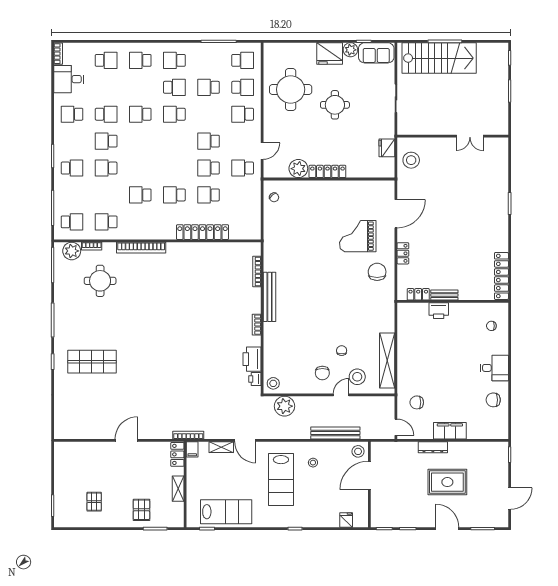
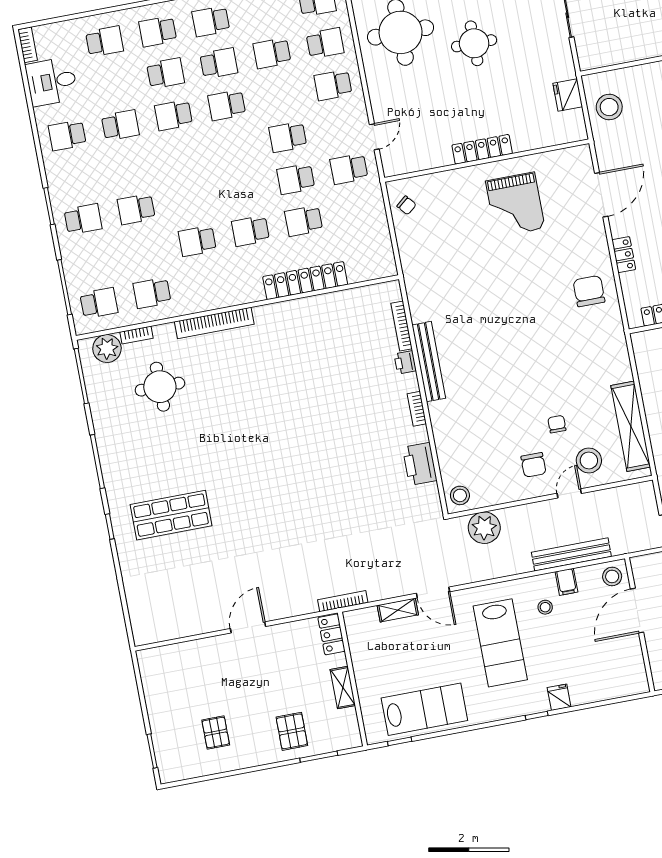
school desk: (106, 141) -> (166, 73), moved, turned 180
plant: (298, 169) -> (436, 153), removed
grand piano: (358, 236) -> (515, 205), moved, turned -90
printer: (255, 379) -> (405, 362), moved
filing cabinet: (192, 449) -> (566, 582), moved
fridge: (346, 520) -> (559, 697), moved

